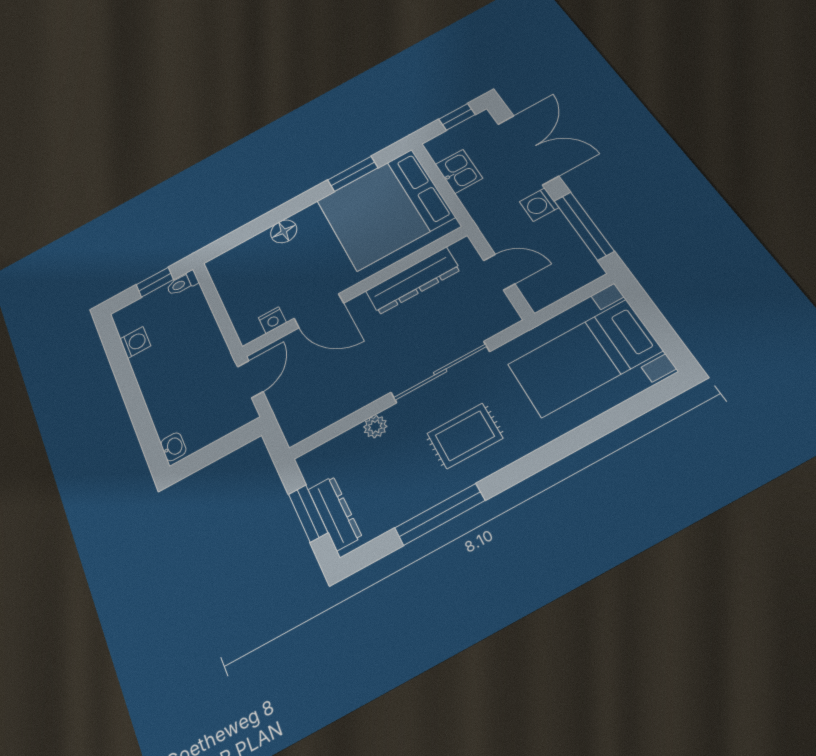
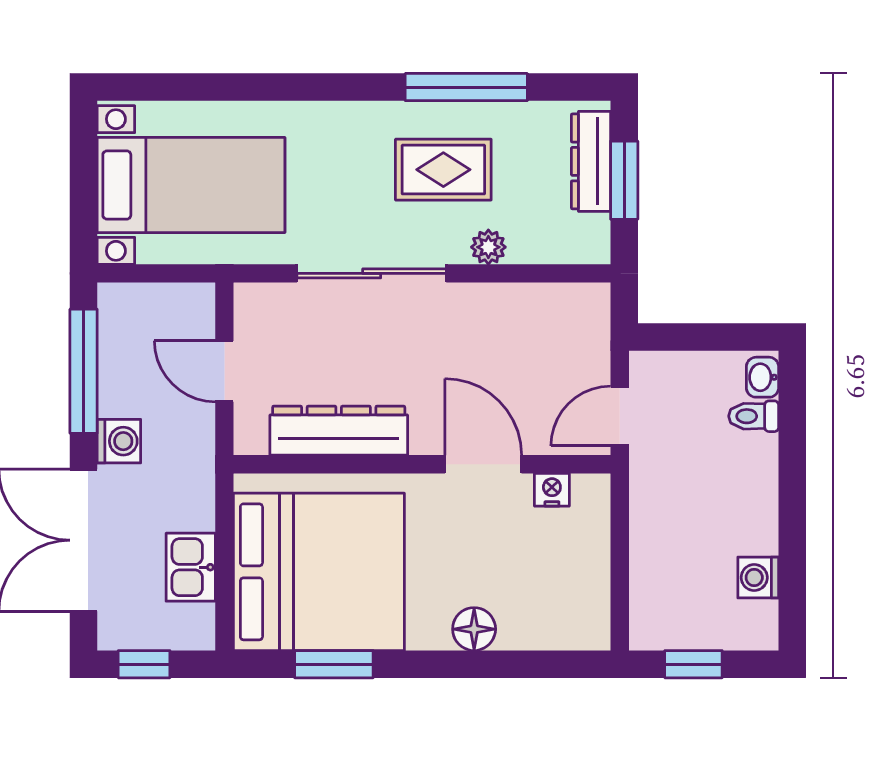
toilet: (183, 283) -> (754, 416), moved, turned 180
rug: (465, 436) -> (443, 170), moved

